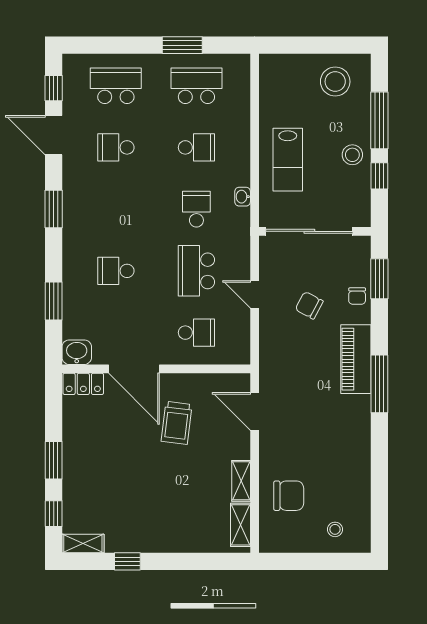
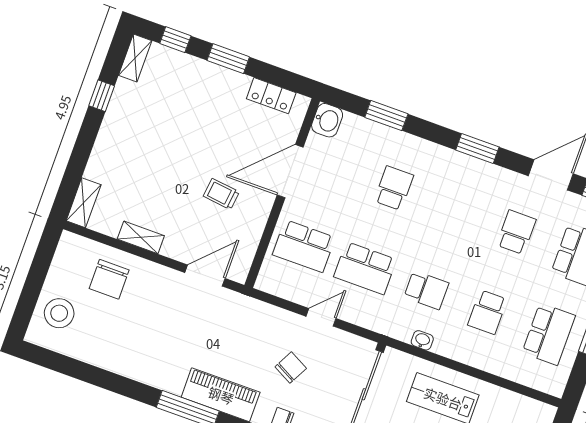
school desk: (196, 271) -> (365, 268), turned 180
school desk: (196, 333) -> (304, 246), width x1.85
locker: (83, 384) -> (271, 96), moved, turned -90
trolley: (177, 423) -> (221, 194), width x0.73, depth x0.72
shelving: (240, 525) -> (84, 203), moved, turned 90
stool: (335, 529) -> (59, 313), width x1.89, depth x1.89

